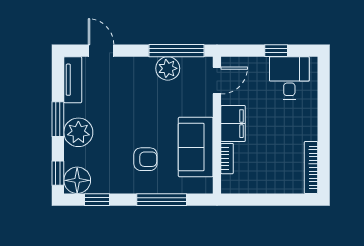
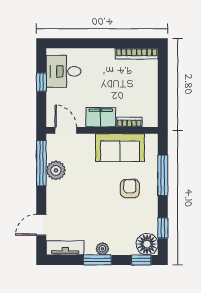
plant: (78, 132) -> (102, 249), width x0.53, depth x0.53

